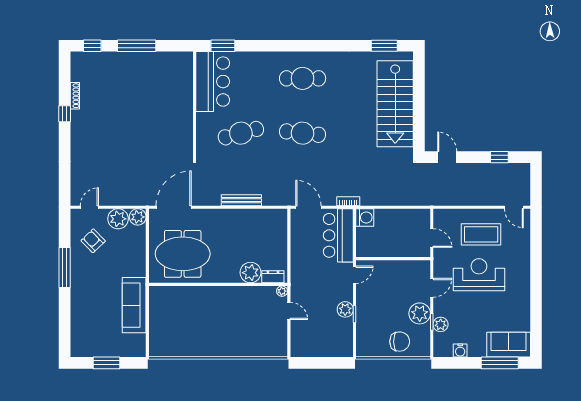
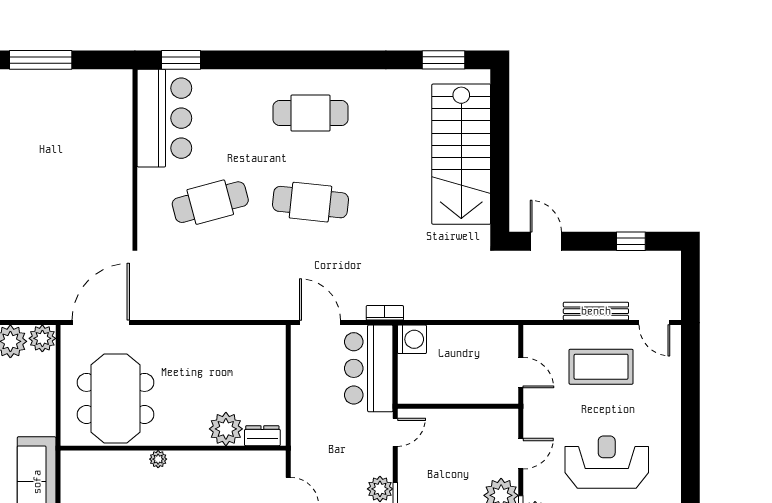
bench: (241, 200) -> (596, 311), moved
meeting table: (183, 254) -> (115, 398), turned 90
reception desk: (479, 275) -> (607, 462), moved
plant: (282, 291) -> (158, 459), moved

